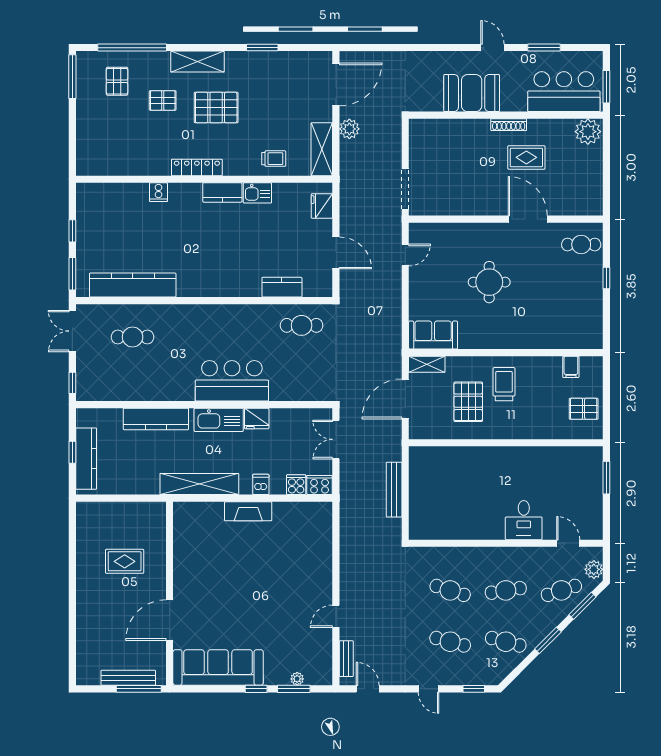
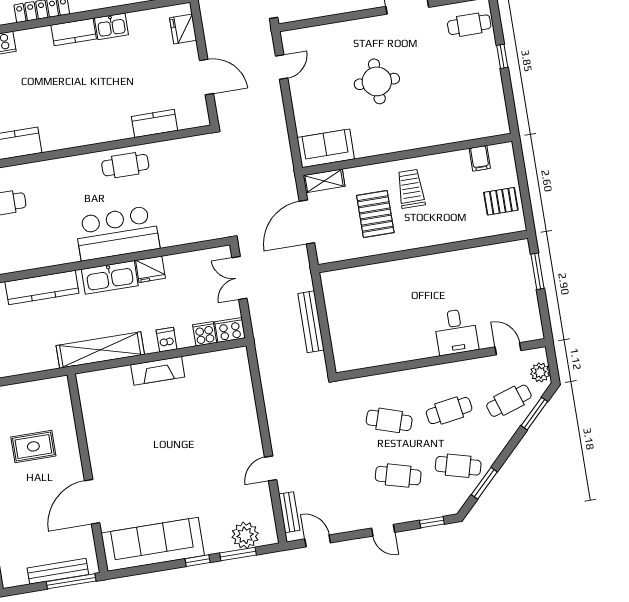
cafe table: (302, 325) -> (125, 165), moved
window: (548, 640) -> (484, 483), moved
plant: (297, 679) -> (245, 535), width x1.88, depth x1.88

